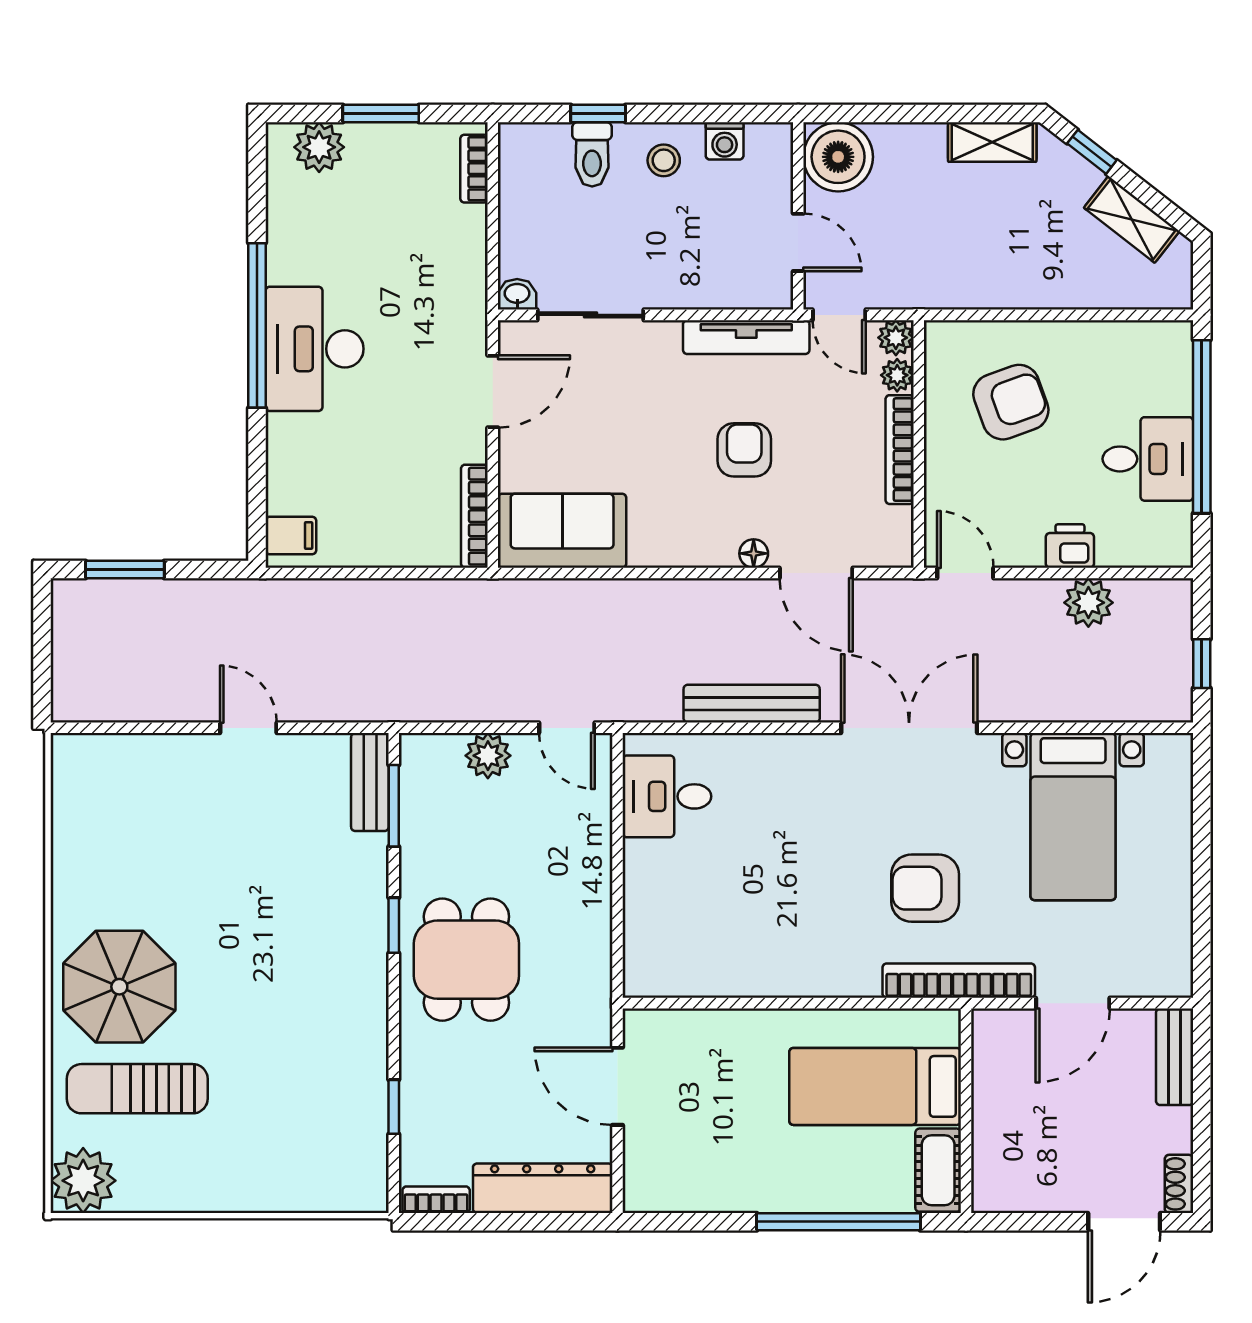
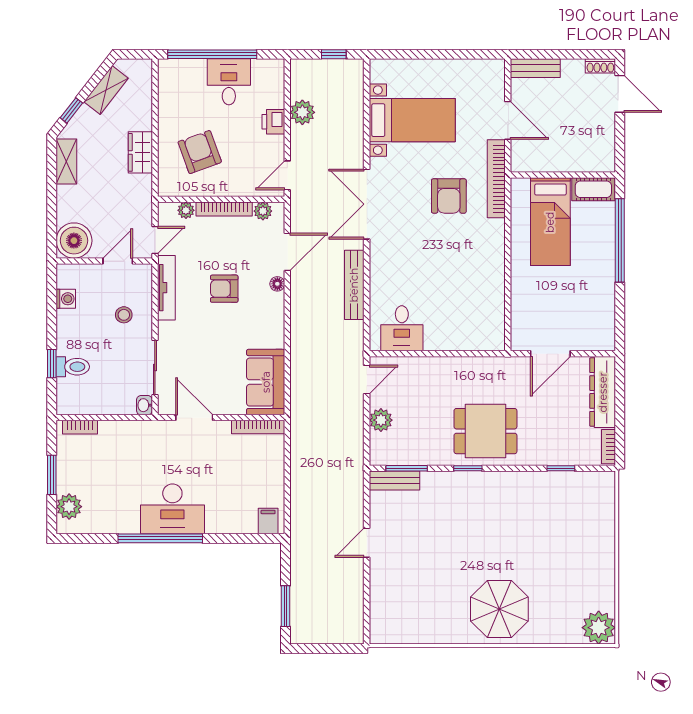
stool: (664, 160) -> (124, 315), moved
wardrobe: (1010, 286) -> (140, 152), added
plant: (896, 338) -> (263, 211), moved
sun lounger: (137, 1089) -> (552, 600), removed

